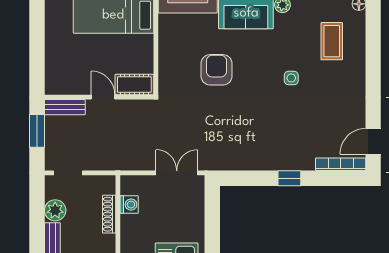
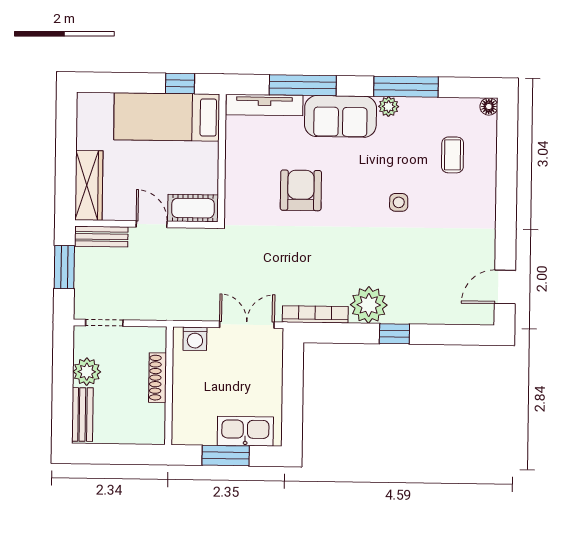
coffee table: (332, 41) -> (453, 155), width x0.73, depth x0.77
wardrobe: (55, 68) -> (89, 185), added
plant: (269, 156) -> (369, 305), added
bookcase: (341, 164) -> (315, 314), moved
washing machine: (129, 205) -> (195, 339), moved, turned 90

